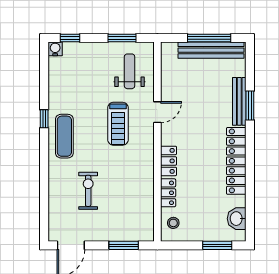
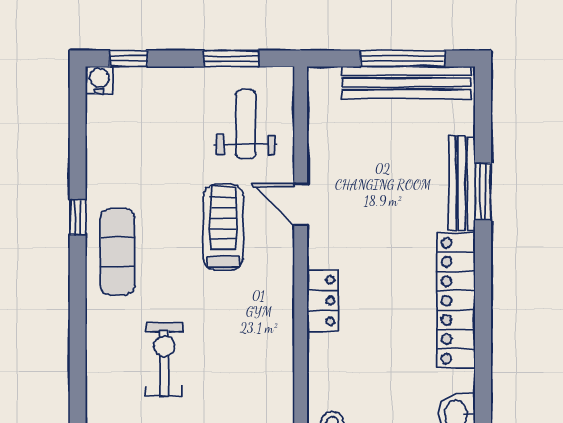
door: (157, 112) -> (301, 205), swing flipped
treadmill: (118, 124) -> (223, 227), turned 180
locker: (168, 193) -> (322, 363), removed

